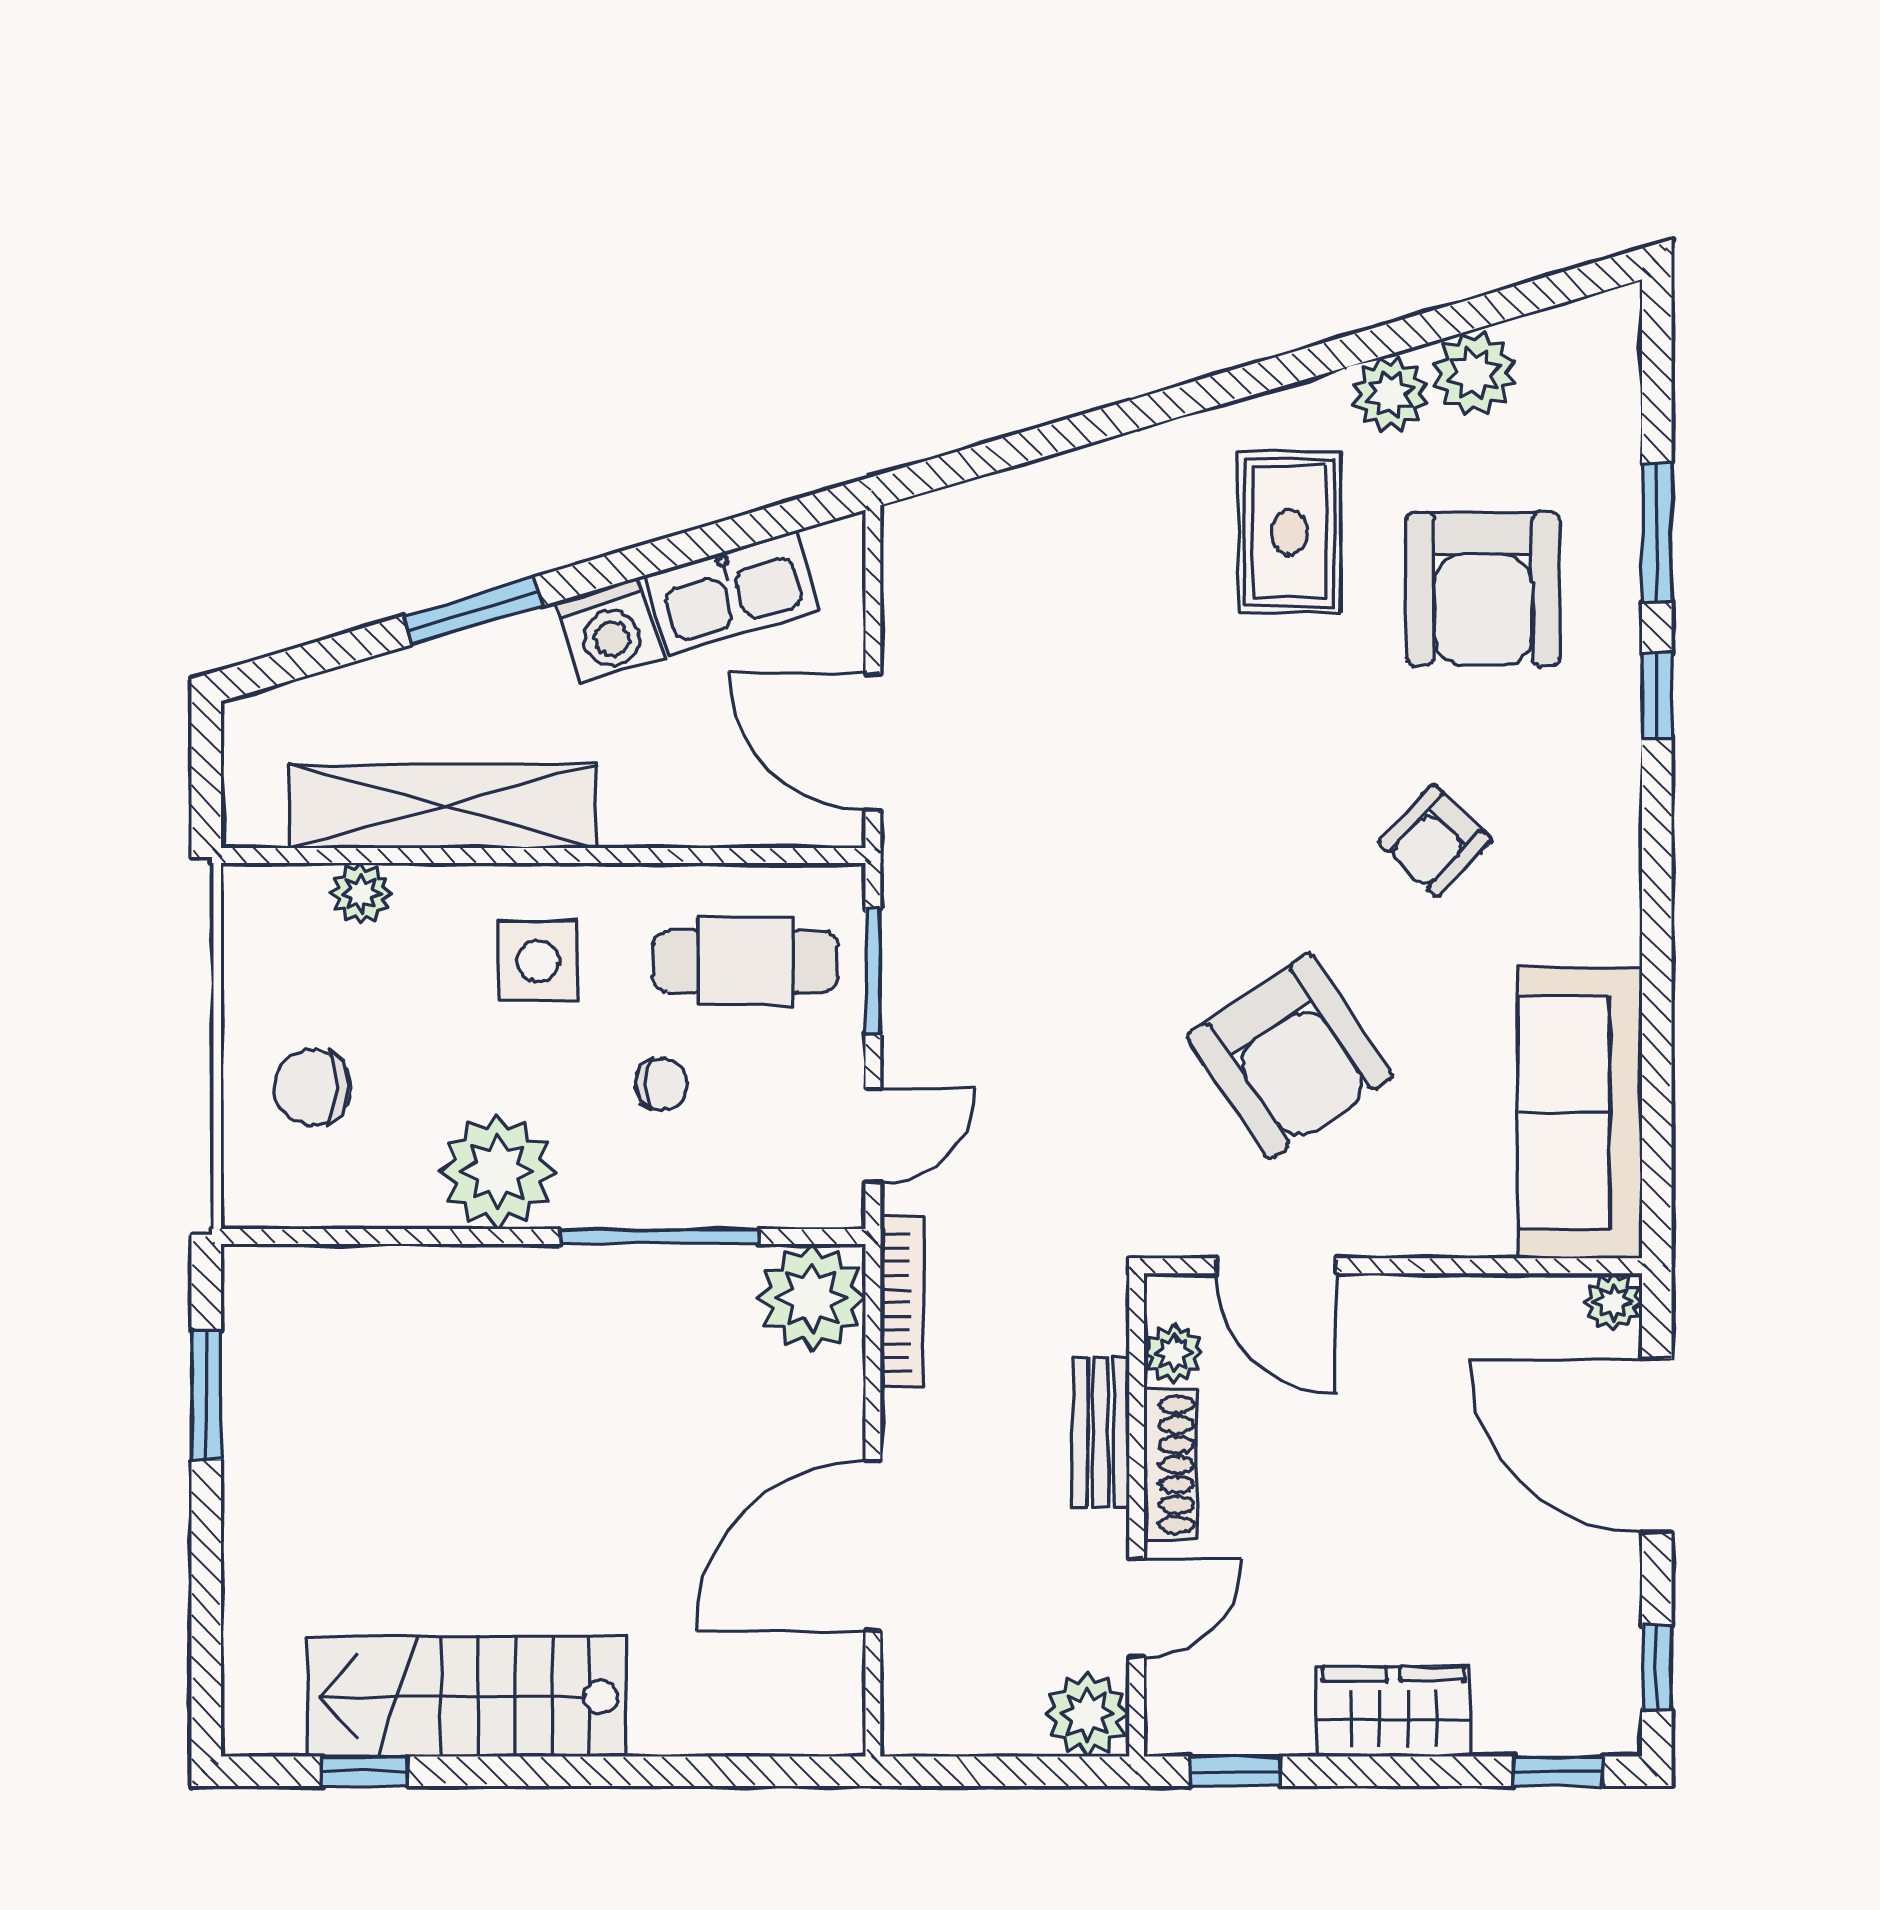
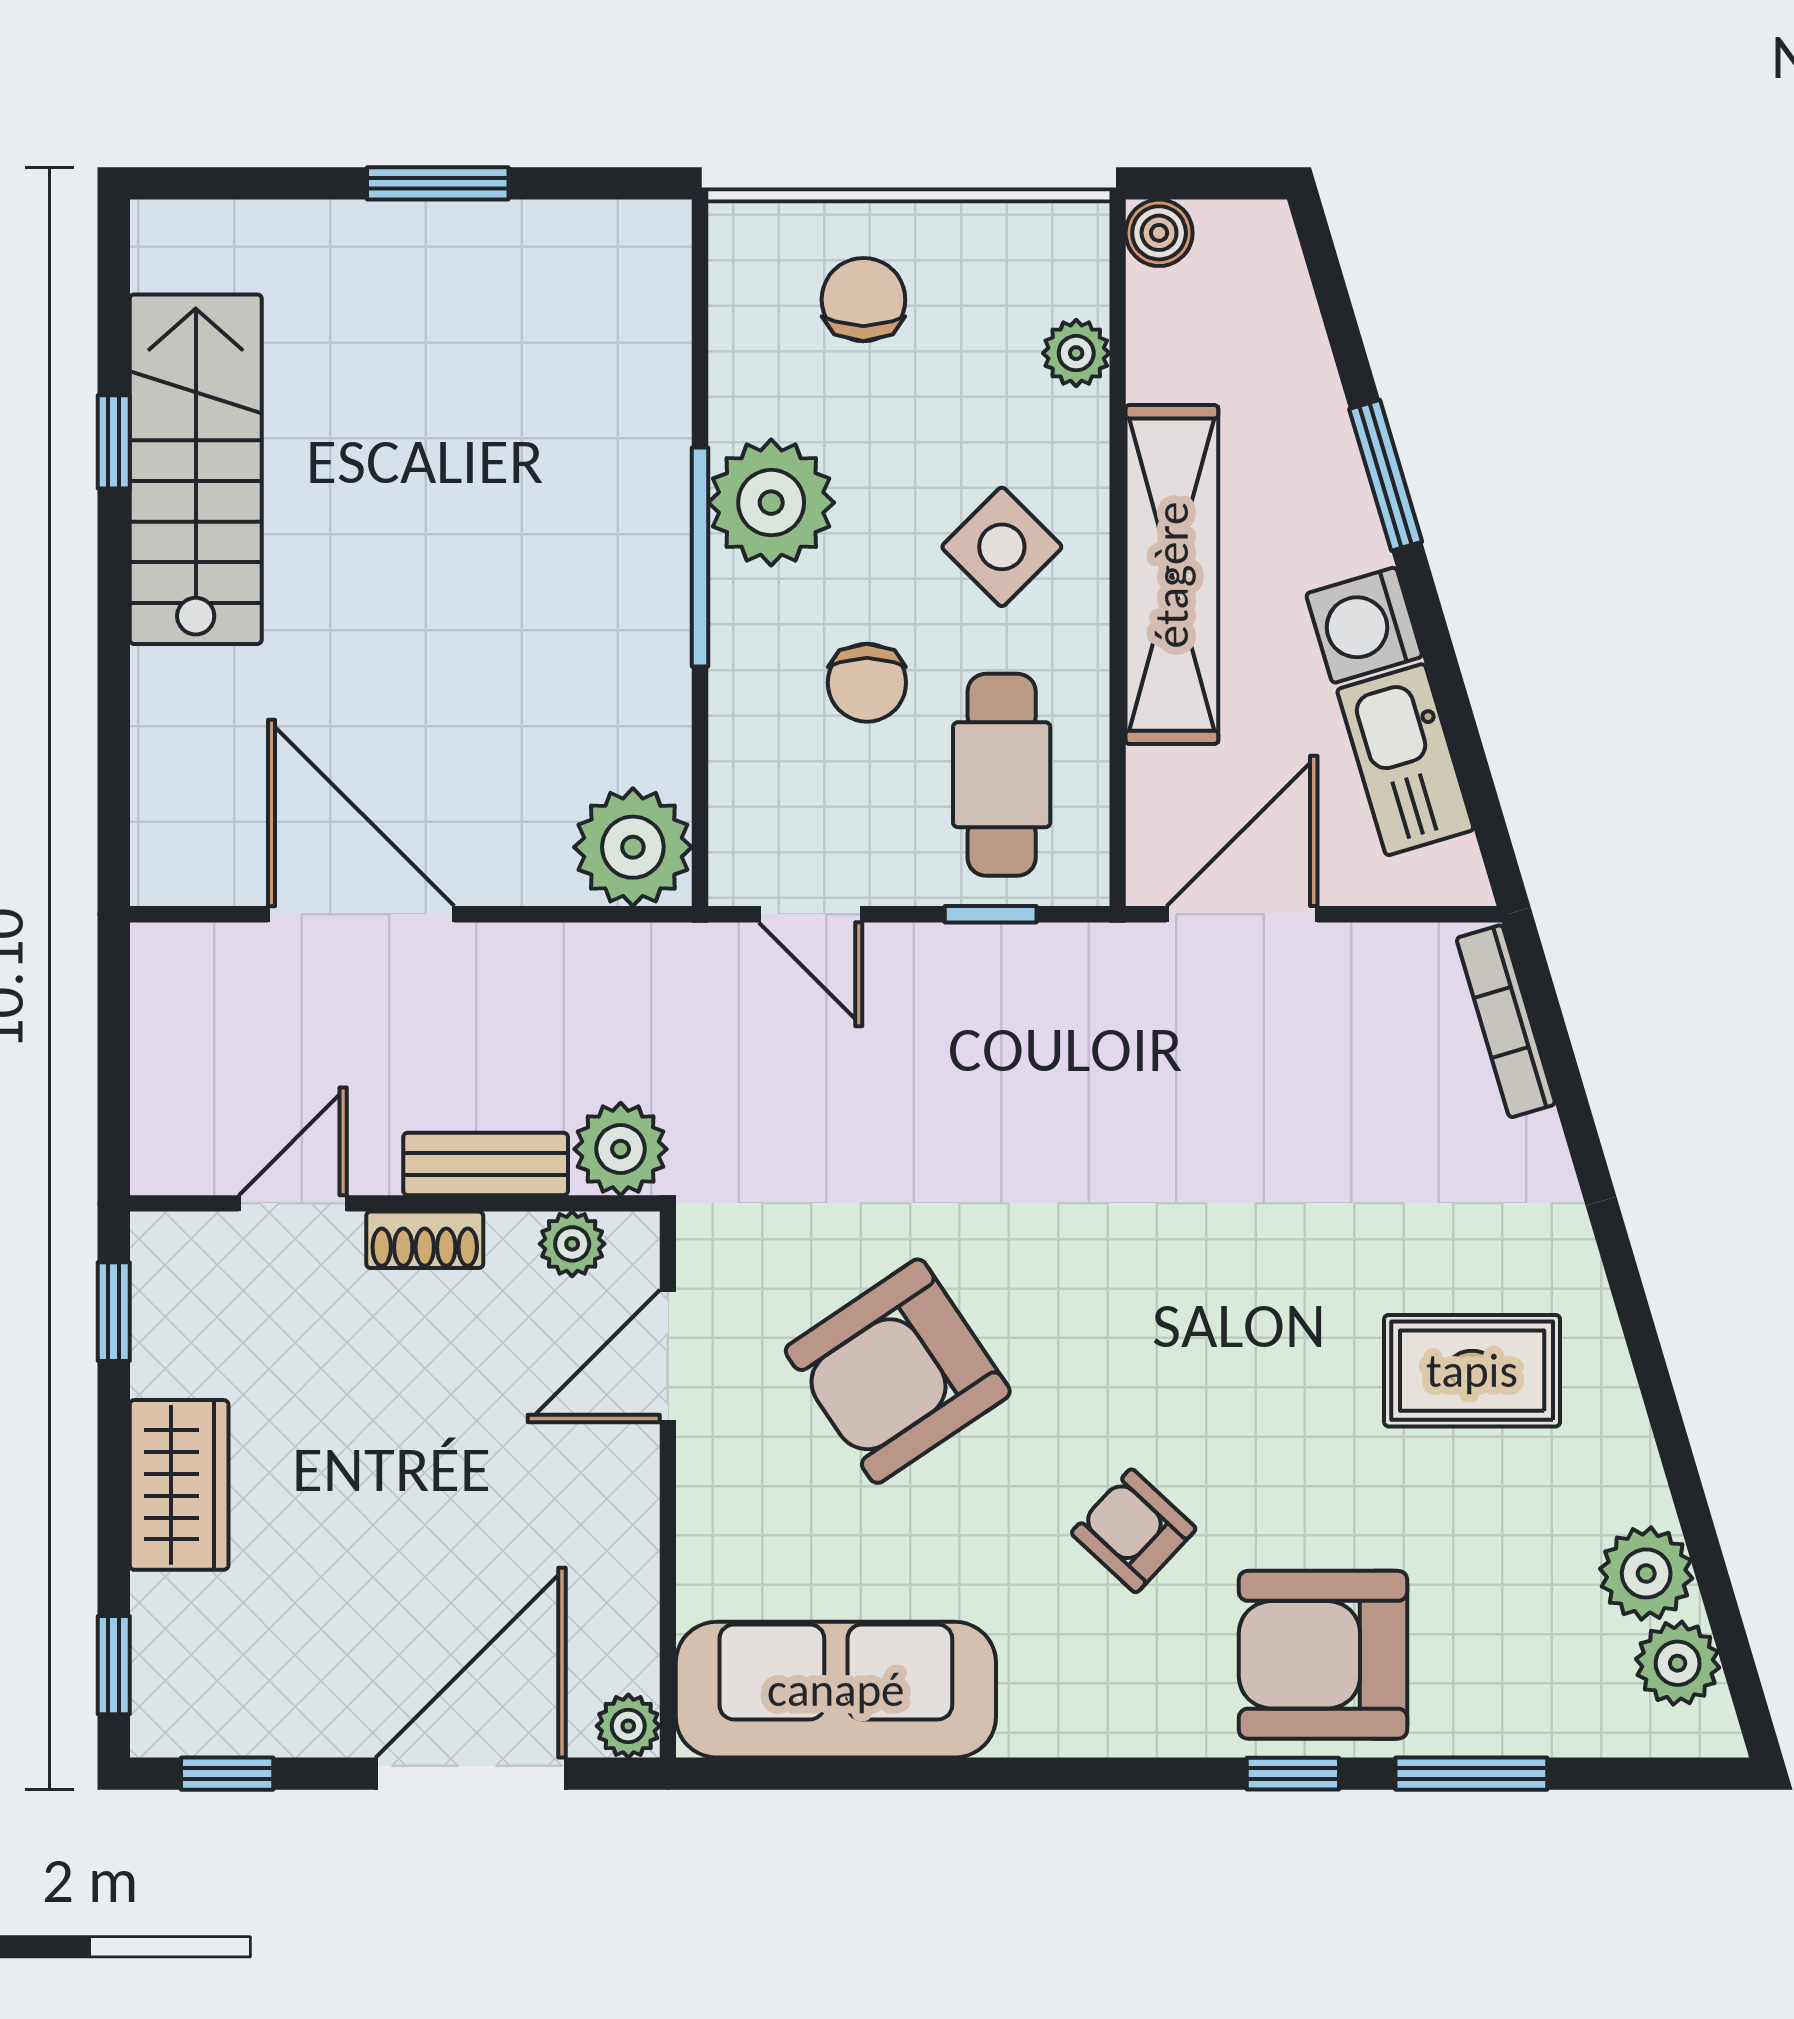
plant: (1390, 394) -> (1678, 1663), moved
armchair: (1483, 588) -> (1323, 1655), moved
shelving: (442, 806) -> (1172, 575), moved
boiler: (251, 818) -> (1159, 233), added
side table: (538, 961) -> (1002, 547), turned 45
window: (873, 971) -> (991, 914), width x0.67
chair: (662, 1084) -> (867, 683), width x1.37, depth x1.37
window: (659, 1236) -> (700, 557), moved
bookcase: (902, 1303) -> (1506, 1021), moved, turned 73
window: (206, 1396) -> (438, 183), moved
shoe rack: (1170, 1465) -> (425, 1240), width x0.70
door: (1137, 1608) -> (293, 1203), swing flipped
plant: (1087, 1714) -> (621, 1149), moved
window: (365, 1771) -> (114, 442), moved

